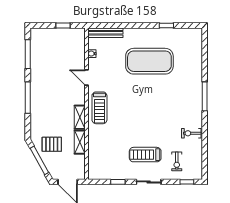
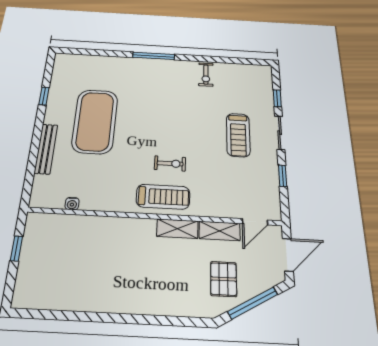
bench: (105, 33) -> (46, 149), moved
window: (28, 54) -> (58, 315), removed
door: (87, 77) -> (255, 222), moved
window: (28, 98) -> (138, 319), removed
exercise bike: (177, 161) -> (170, 163), moved
window: (187, 182) -> (277, 98), moved

